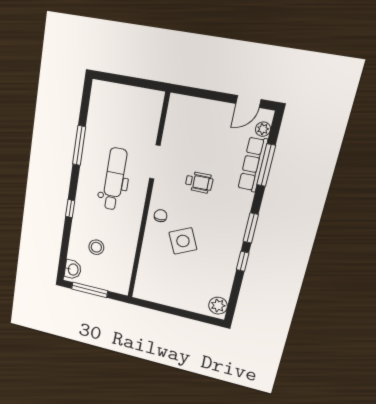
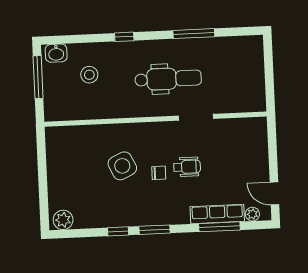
wheelchair: (199, 182) -> (187, 167), turned -90
chair: (160, 216) -> (159, 173), moved

